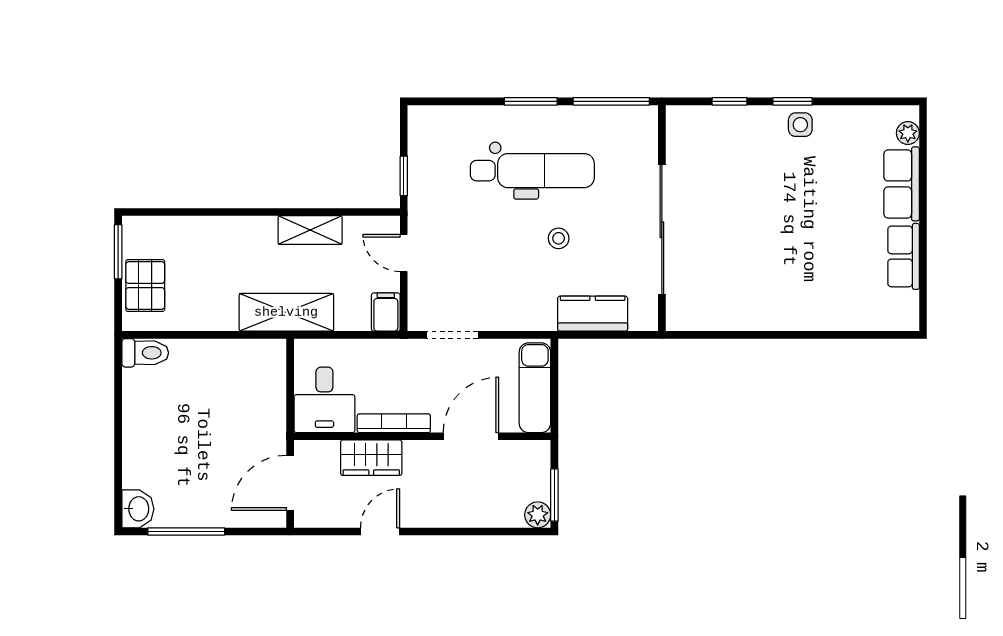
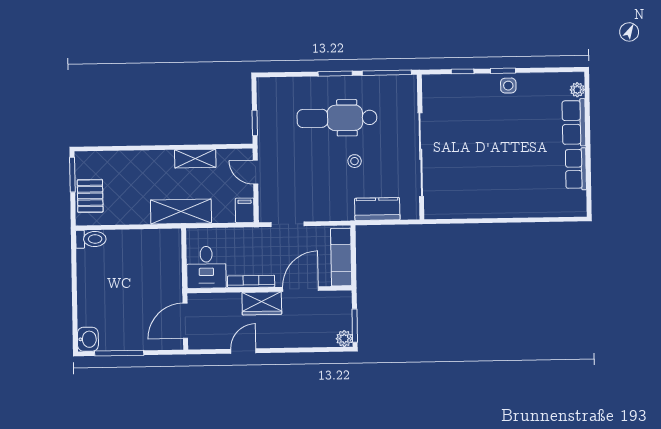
dental chair: (532, 171) -> (337, 118), turned 180
wardrobe: (371, 458) -> (262, 303), moved

